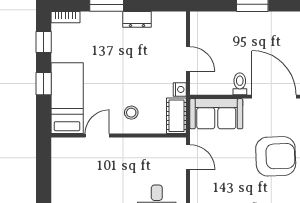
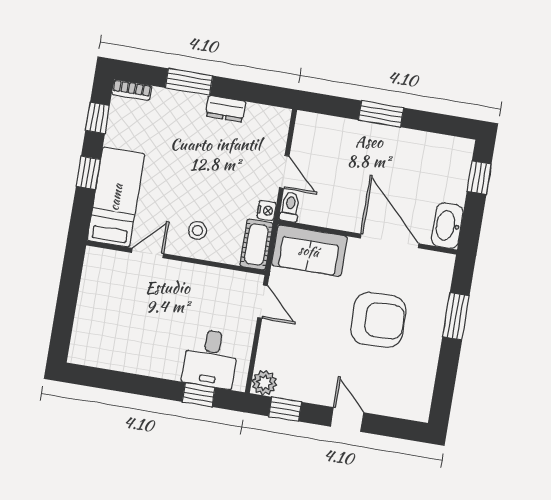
toilet: (240, 84) -> (290, 207), moved

